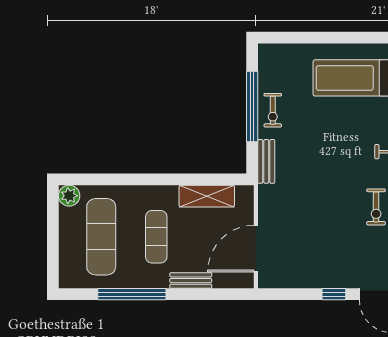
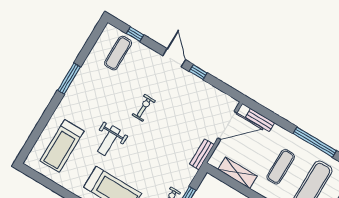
bench: (266, 161) -> (202, 154), moved
bench: (191, 281) -> (260, 120), moved

